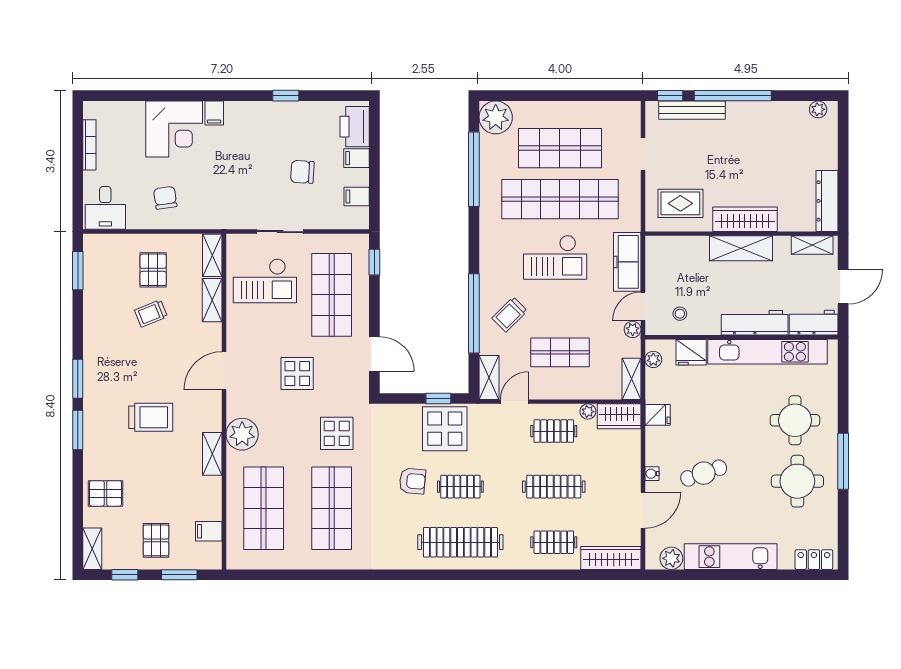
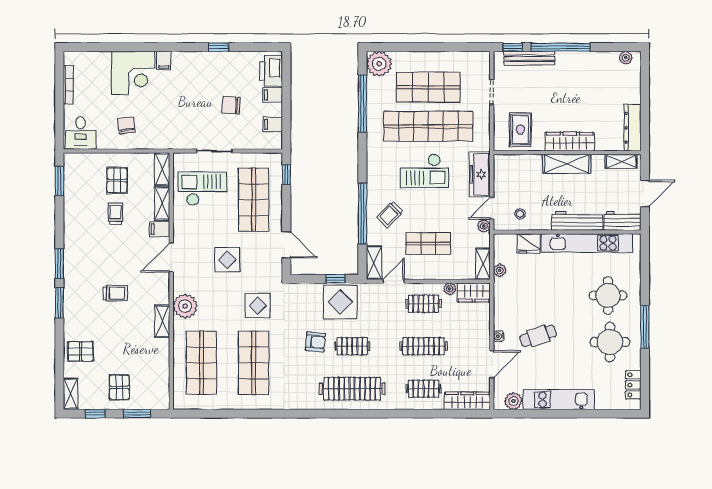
rug: (680, 203) -> (520, 130), turned 90
checkout: (265, 281) -> (202, 189), turned 180
trolley: (151, 313) -> (115, 214), turned 112
plant: (653, 359) -> (500, 270), moved
fridge: (658, 415) -> (503, 291), removed
trolley: (151, 417) -> (115, 293), width x0.73, depth x0.72
filing cabinet: (209, 531) -> (160, 229), moved
locker: (814, 560) -> (633, 385), moved, turned -90

